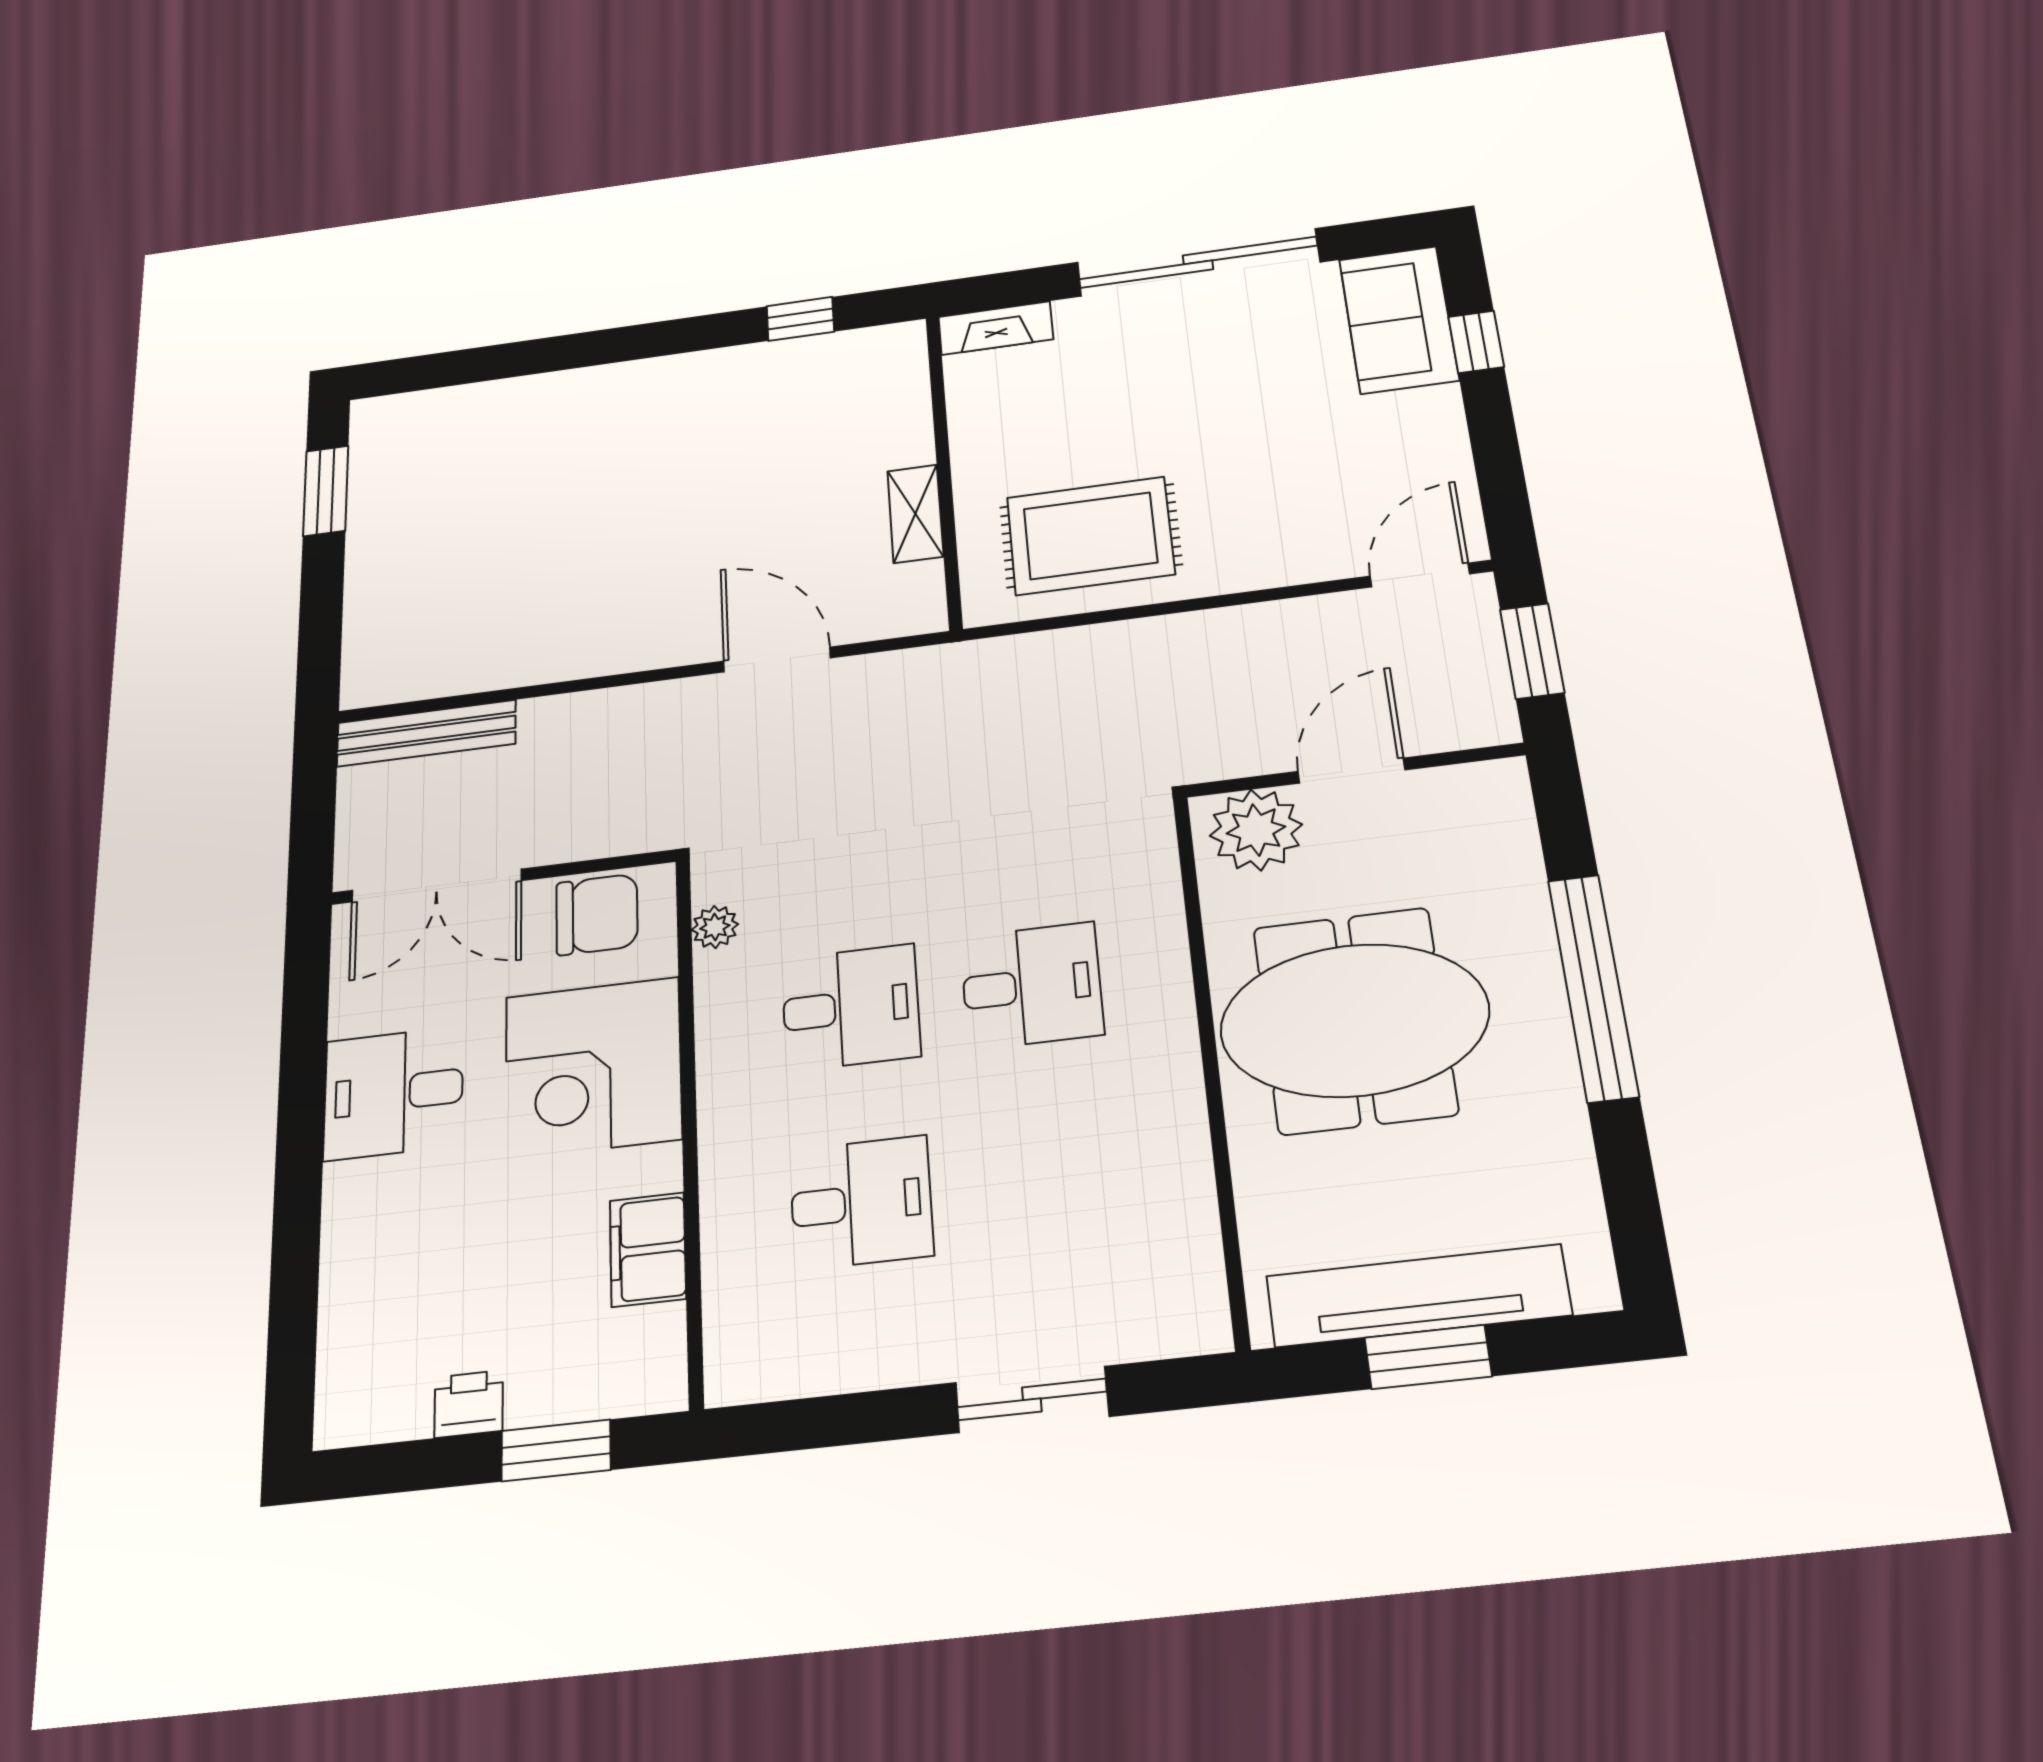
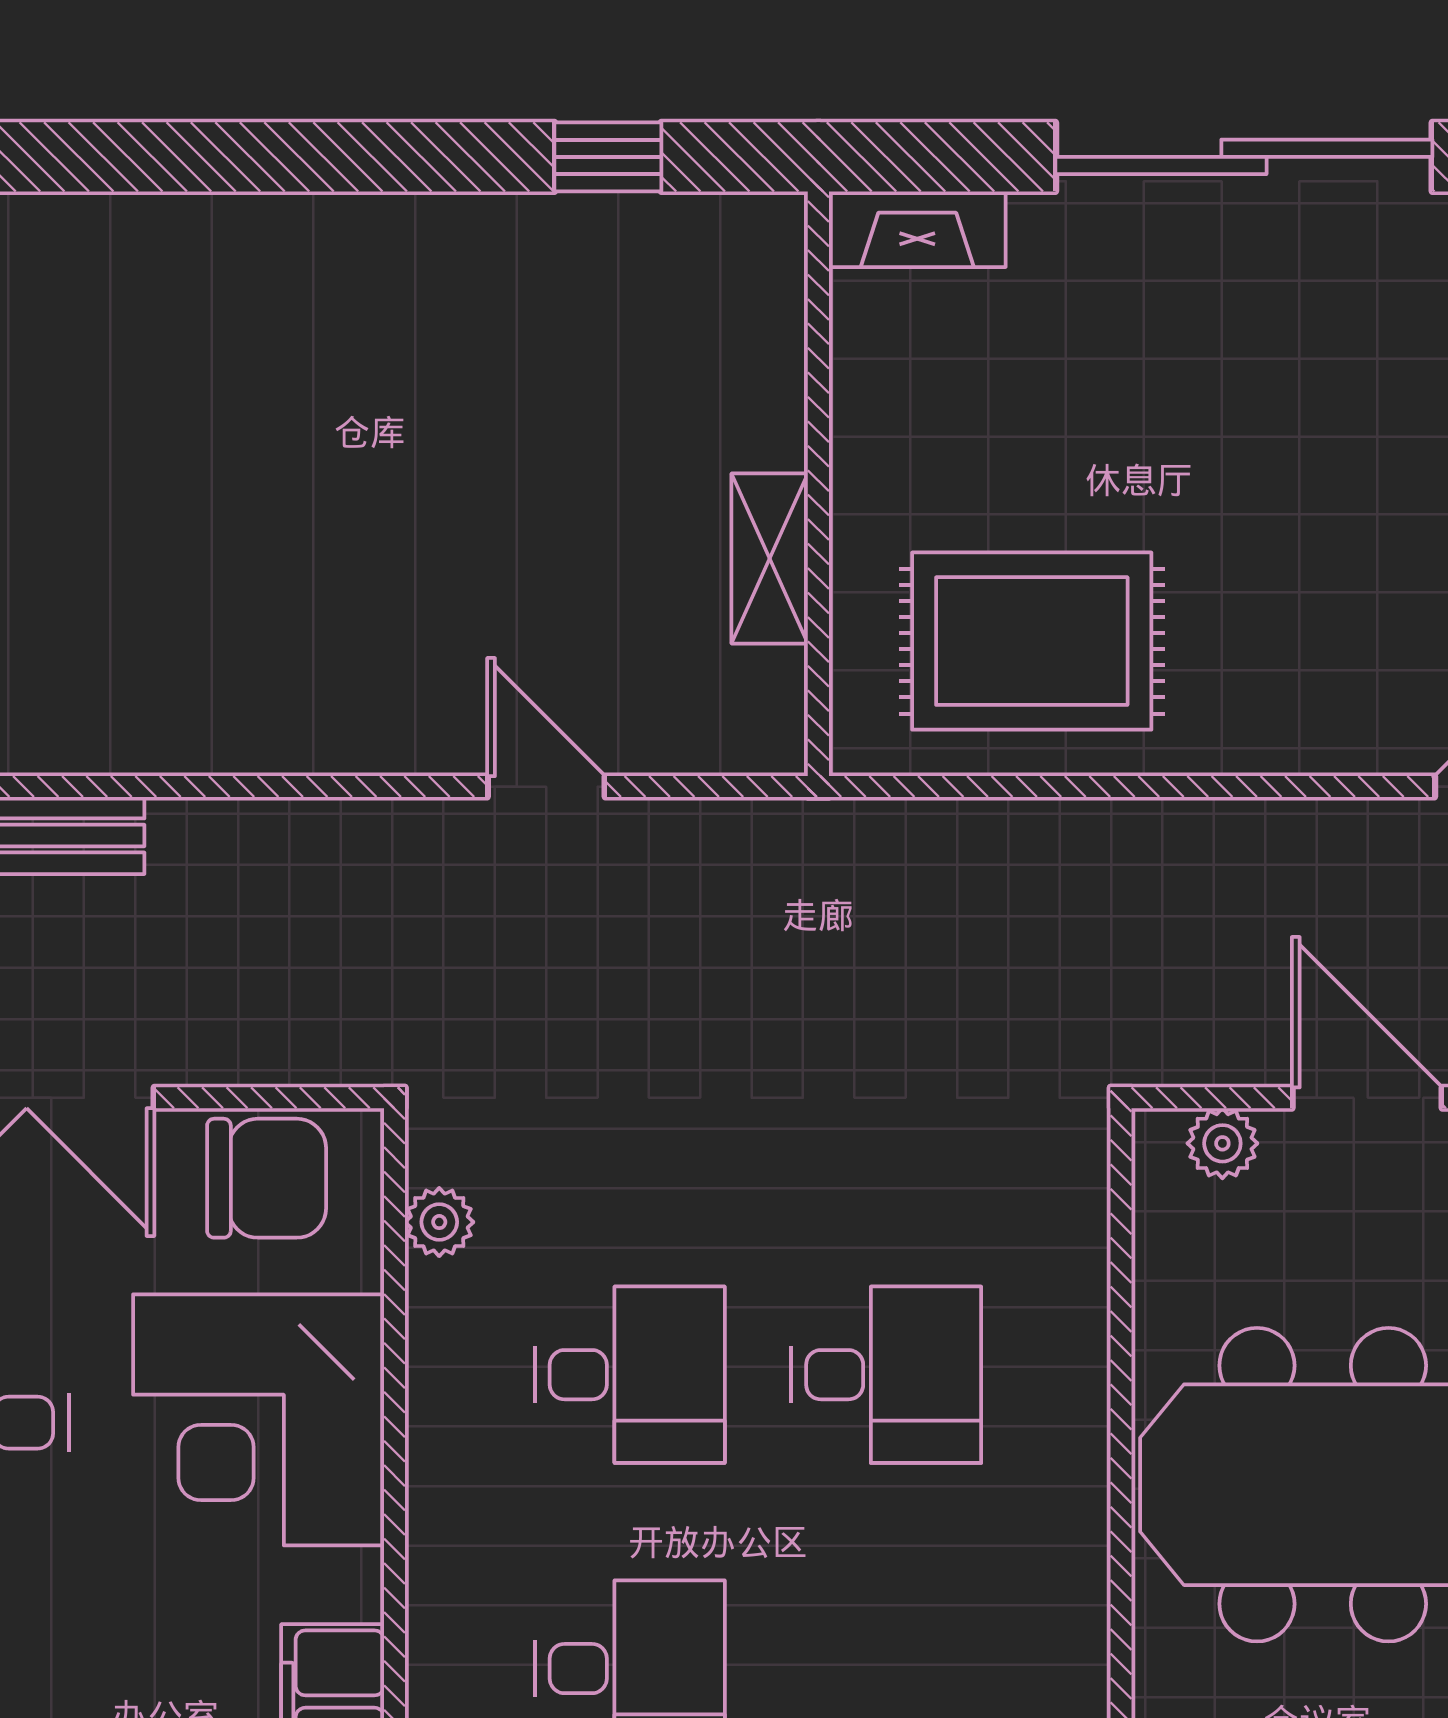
door: (777, 659) -> (546, 787), width x0.73
door: (1351, 771) -> (1367, 1098), hinge flipped
plant: (1256, 830) -> (1222, 1143), width x0.53, depth x0.53

